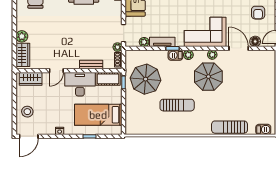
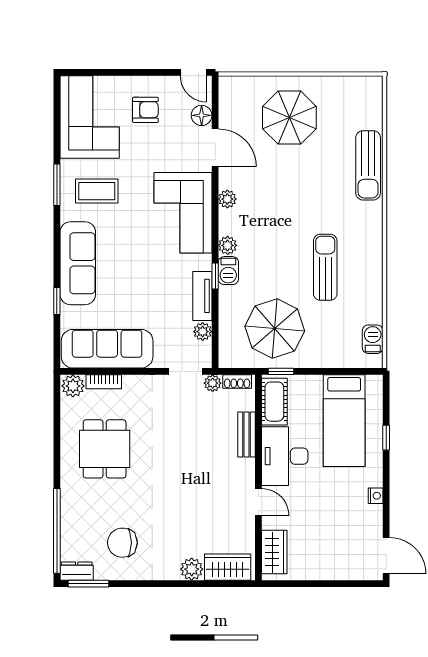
door: (239, 48) -> (215, 148), swing flipped
parasol: (208, 77) -> (289, 118), moved
stool: (27, 112) -> (338, 559), removed
barbecue: (263, 129) -> (373, 339), moved

